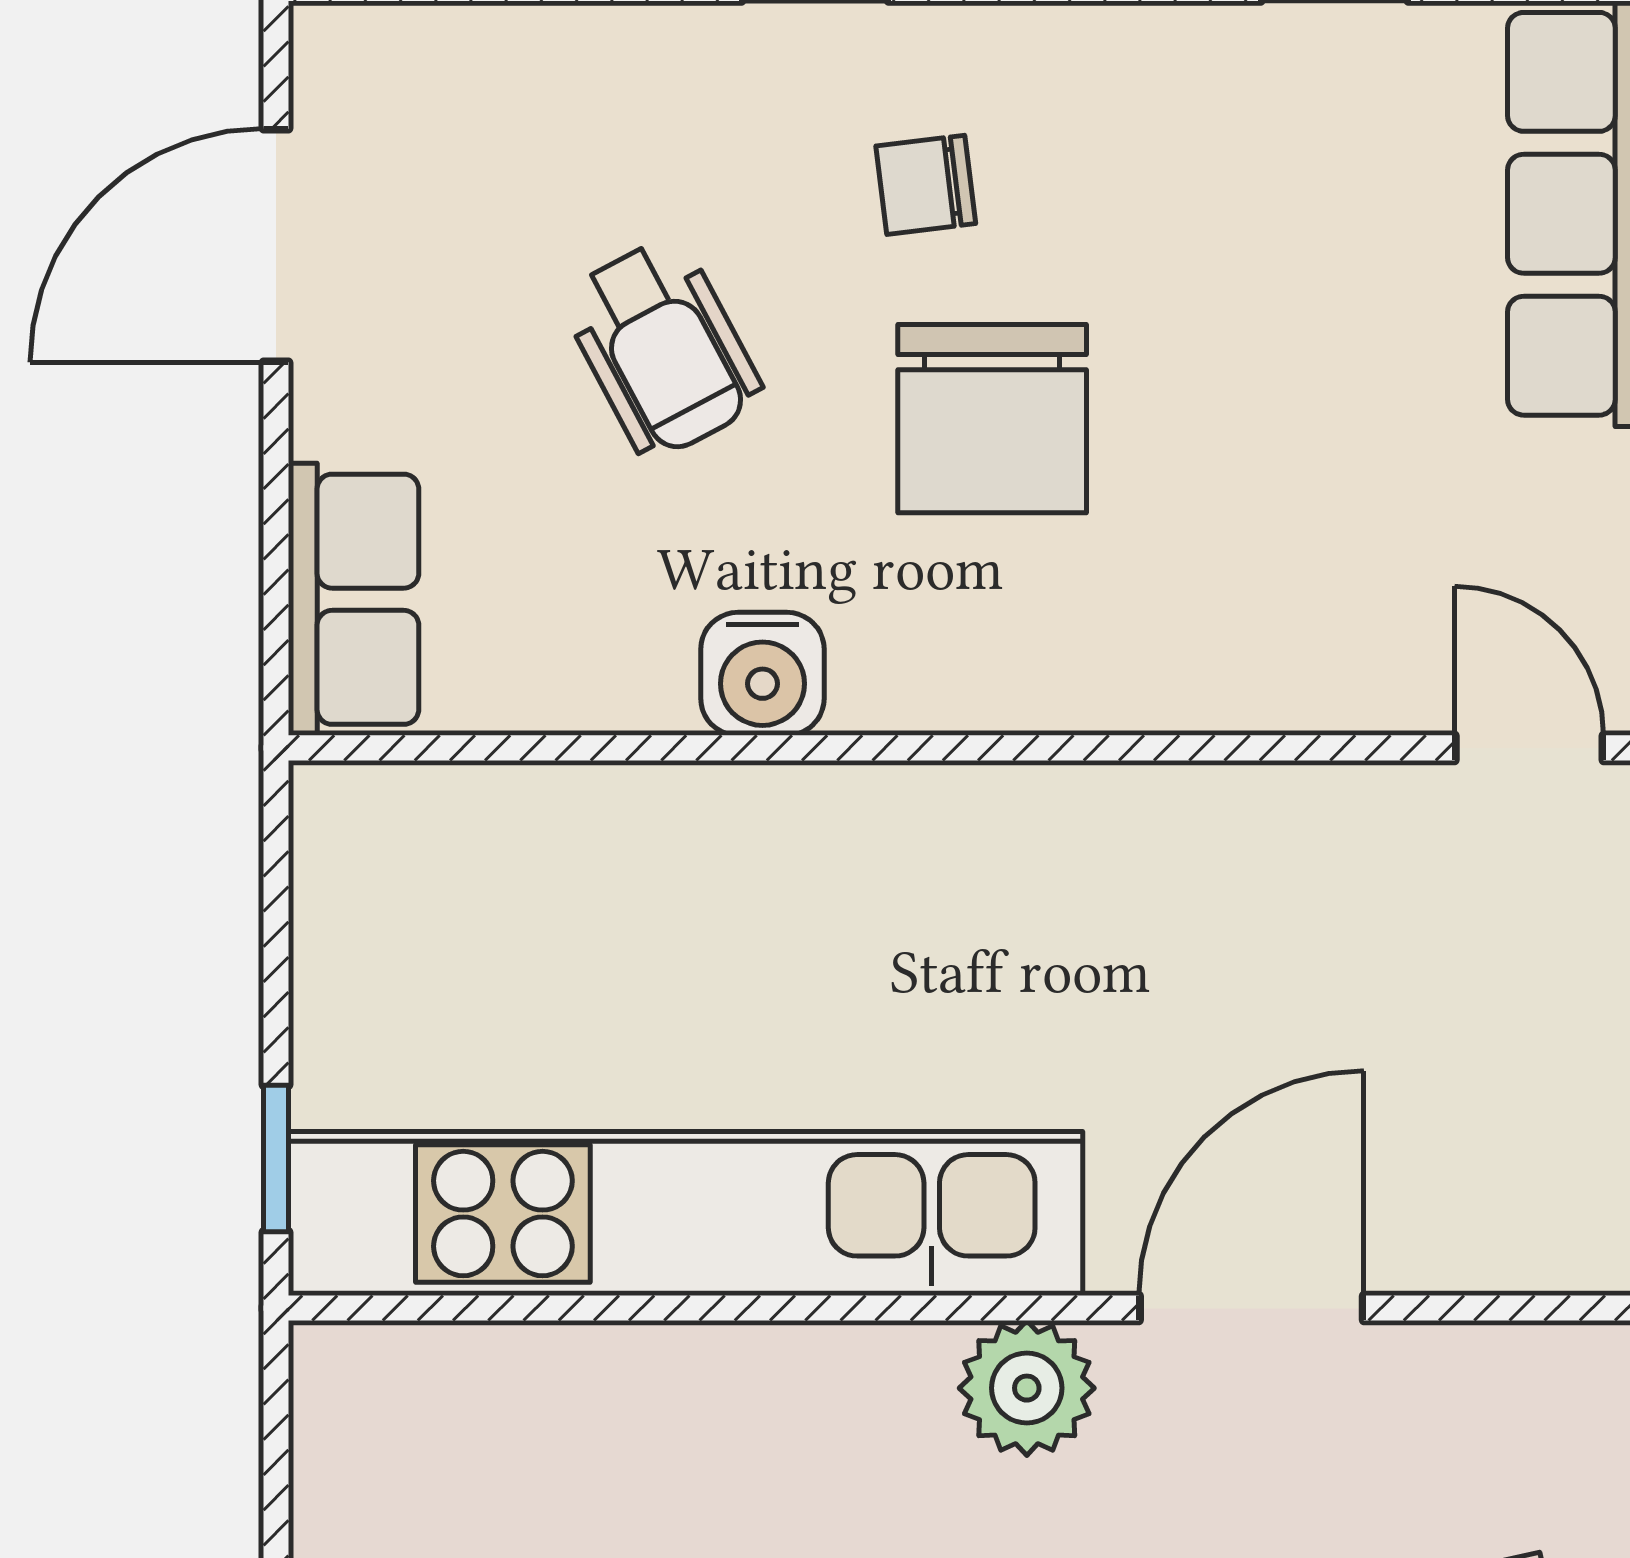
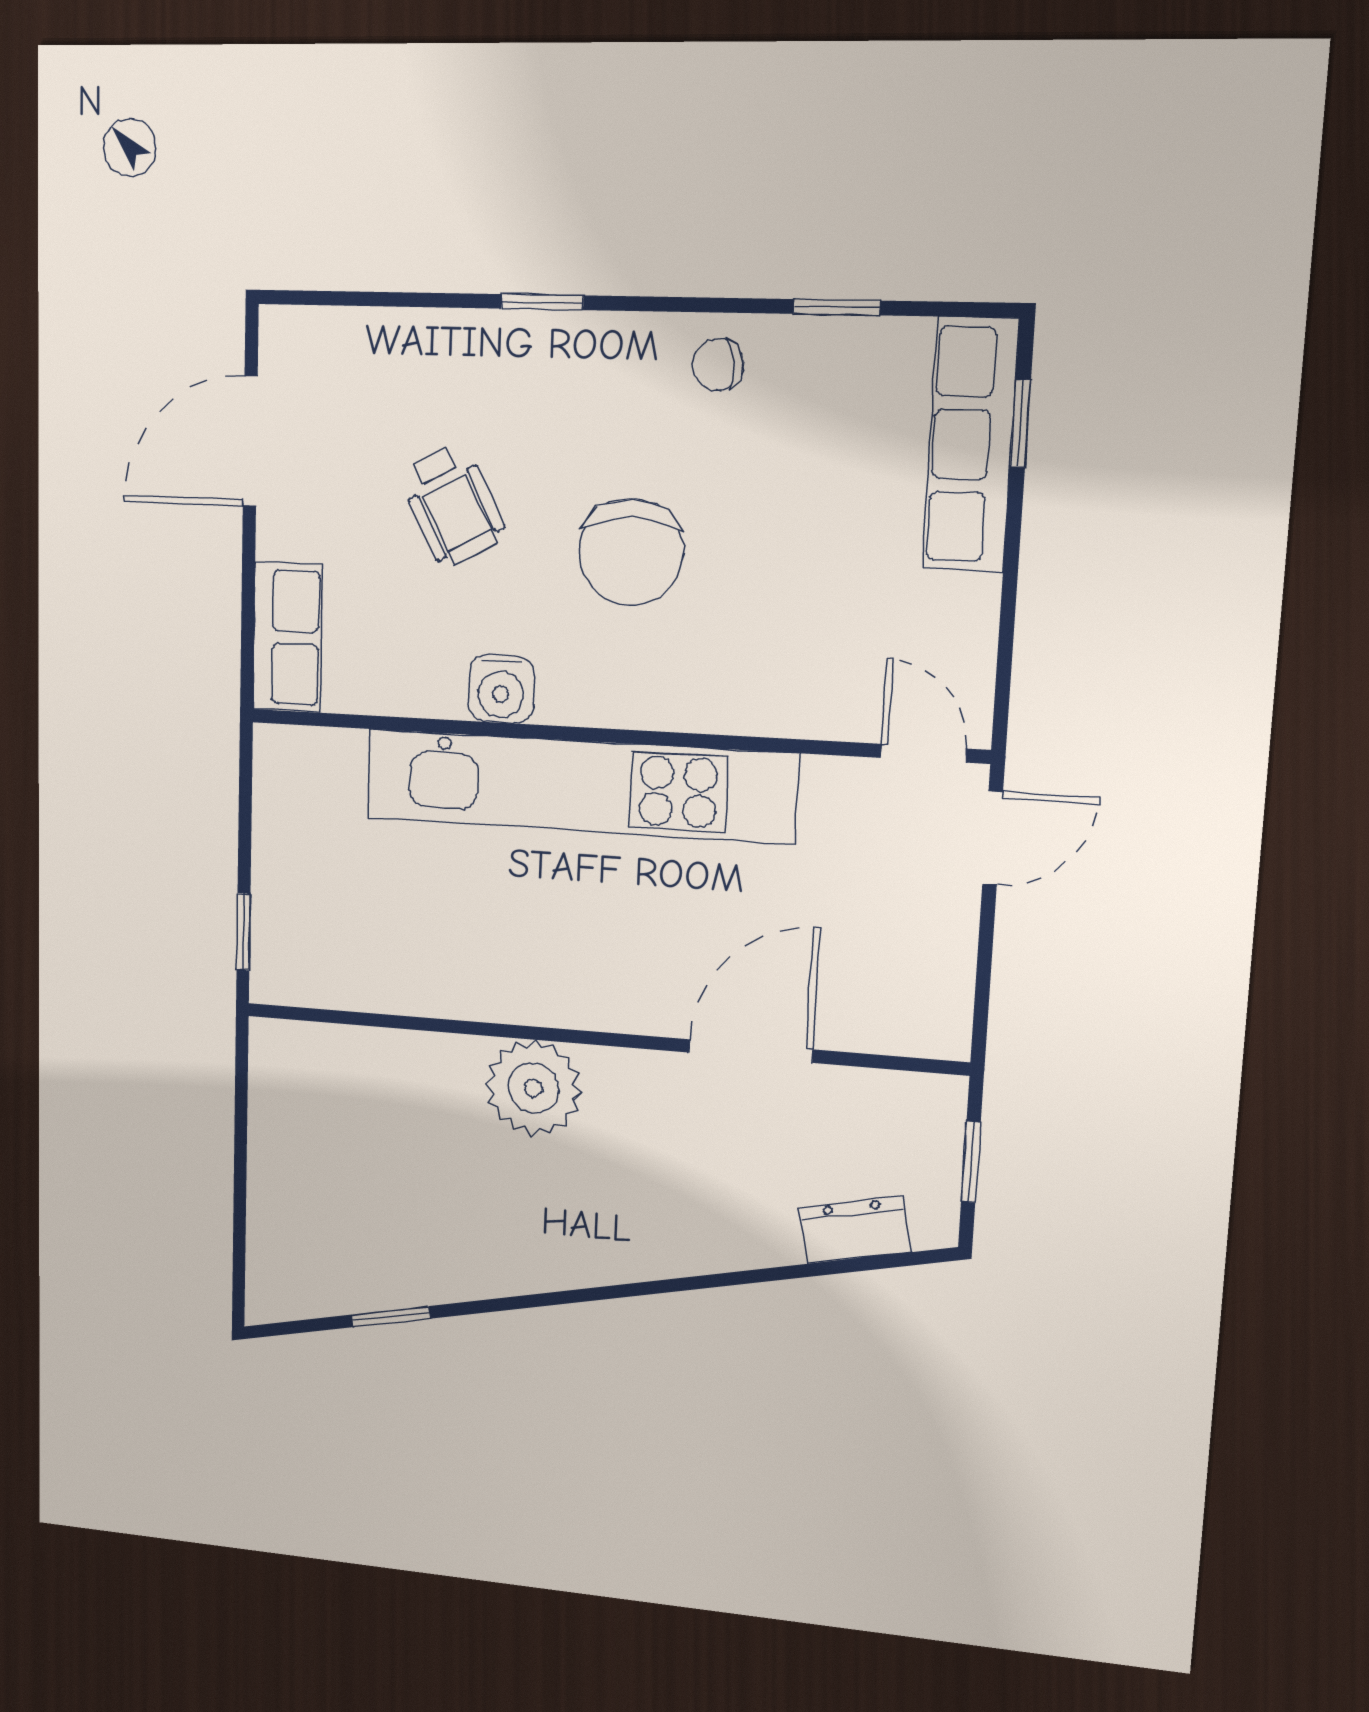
chair: (926, 185) -> (718, 365), moved
kitchen unit: (686, 1214) -> (579, 786), moved, turned 180
plant: (1027, 1388) -> (533, 1088), moved, width x1.36, depth x1.36

